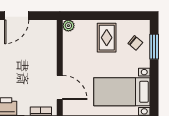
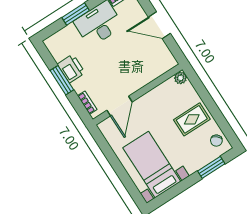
chair: (135, 43) -> (216, 141), moved

